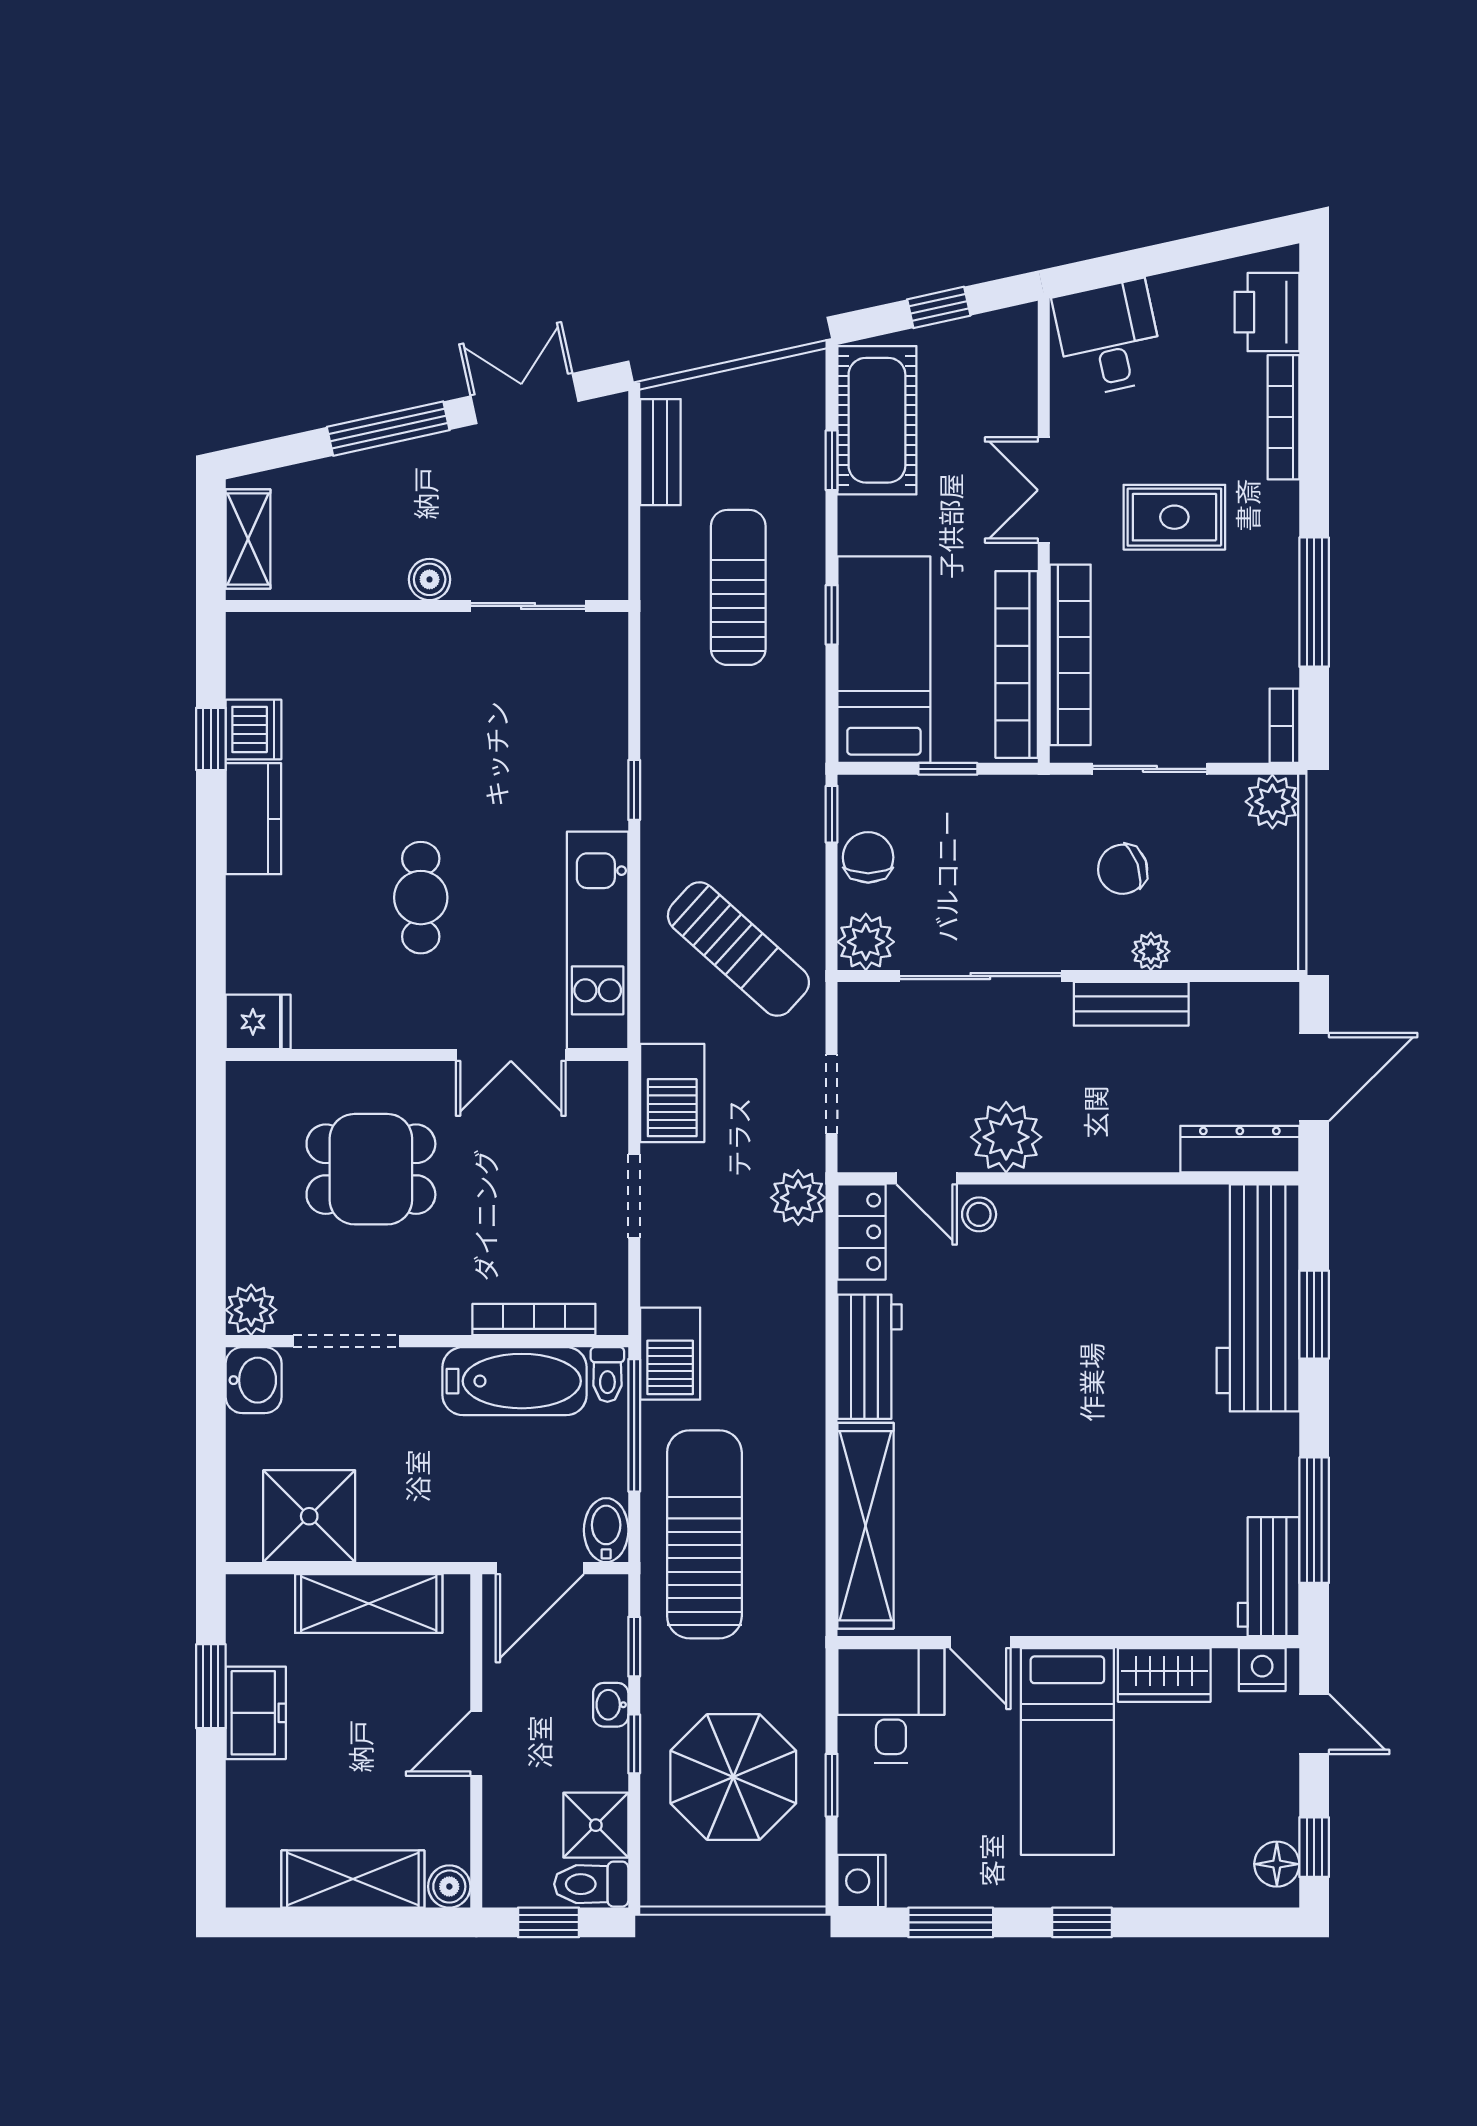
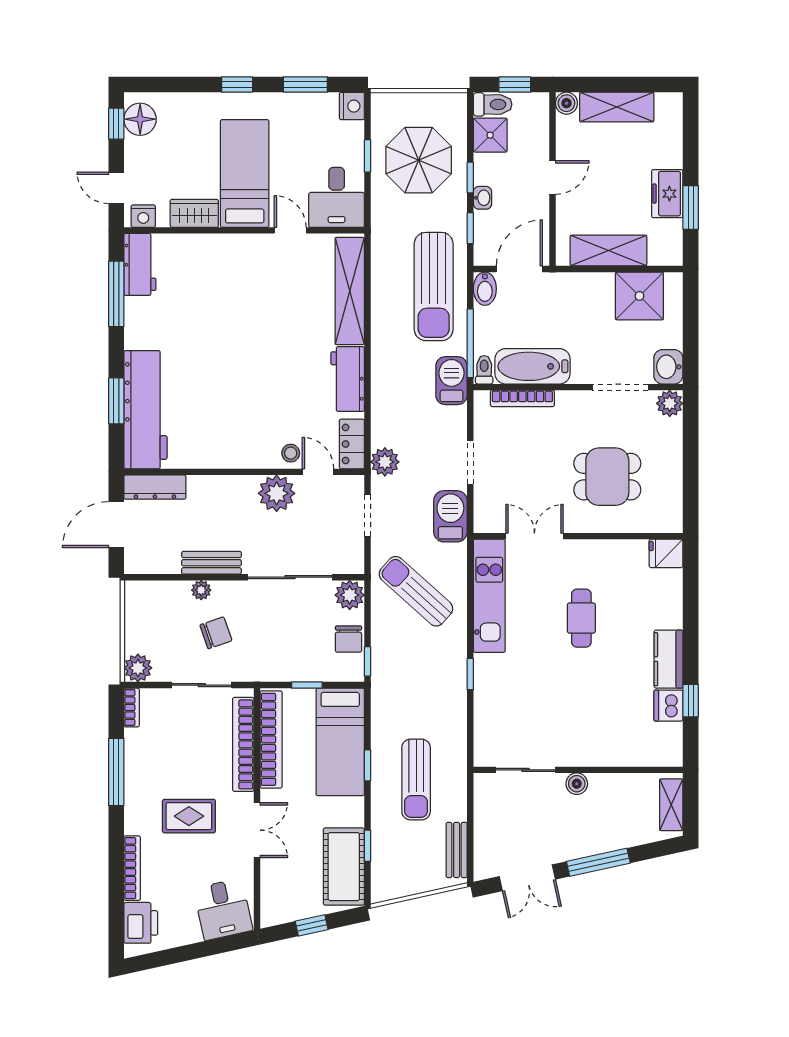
floor lamp: (1277, 1864) -> (140, 119), width x1.38, depth x1.38

